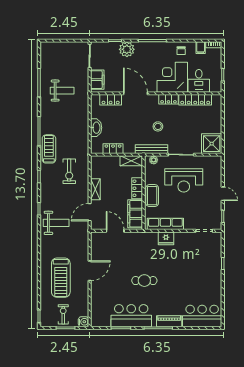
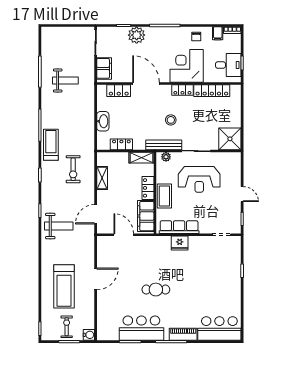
desk: (199, 81) -> (228, 65), moved, turned -90
shelving: (95, 189) -> (102, 178), moved

